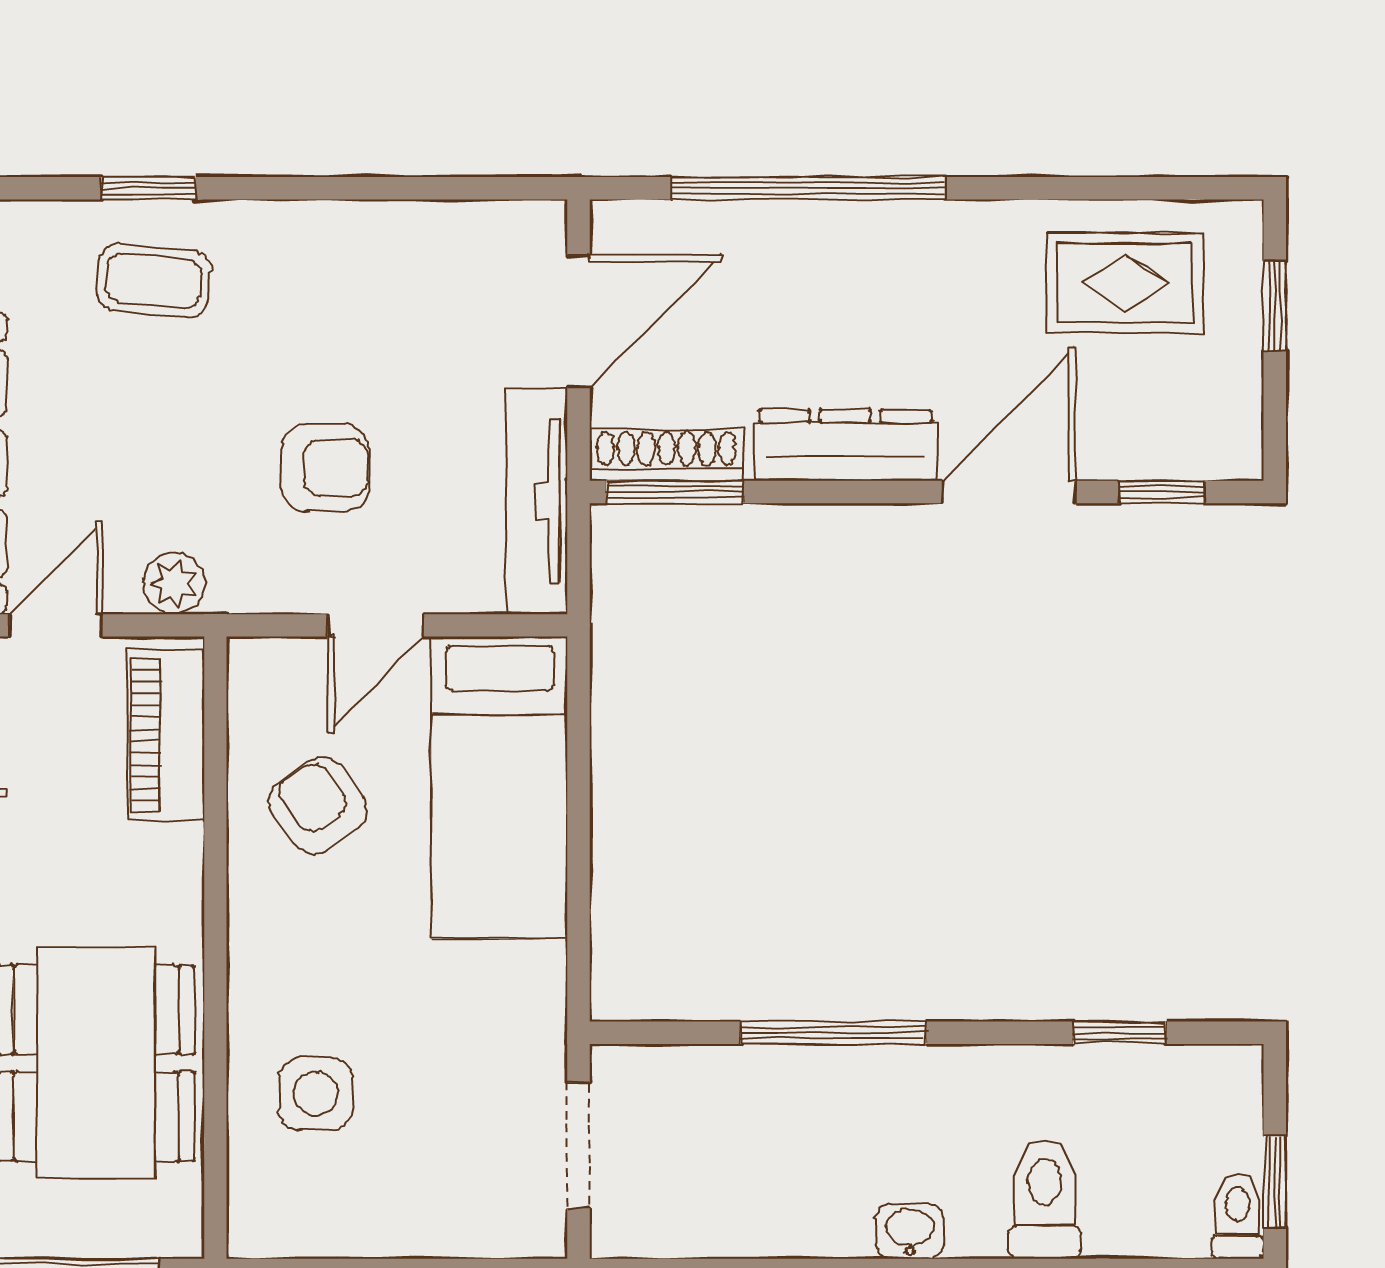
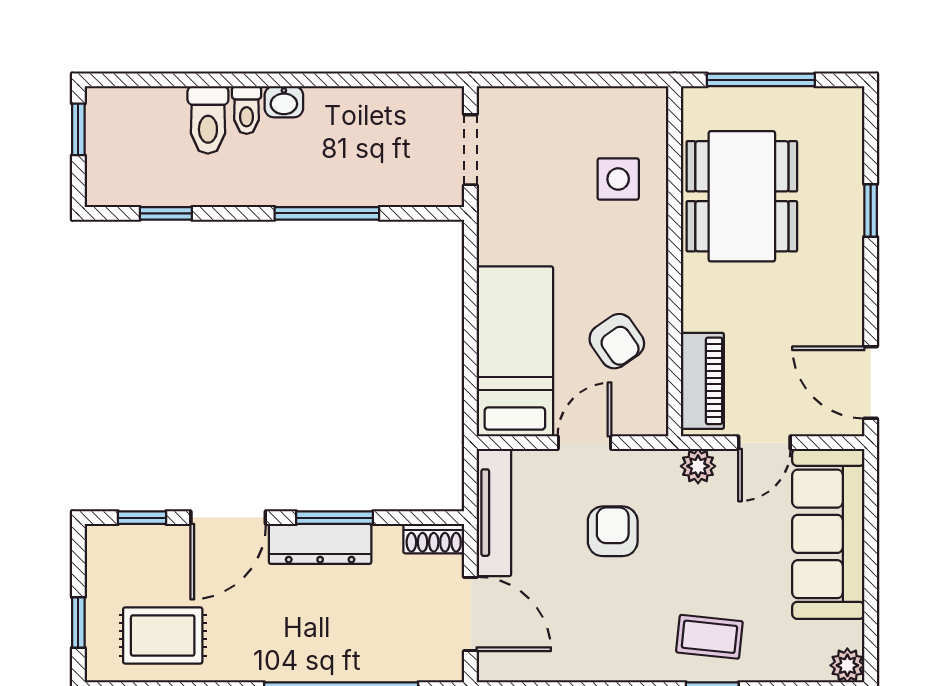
door: (578, 321) -> (470, 614), swing flipped
shoe rack: (667, 455) -> (434, 539), width x0.70
armchair: (326, 468) -> (613, 531), turned 90
window: (675, 492) -> (335, 518), moved
toilet: (1238, 1216) -> (247, 110), moved

